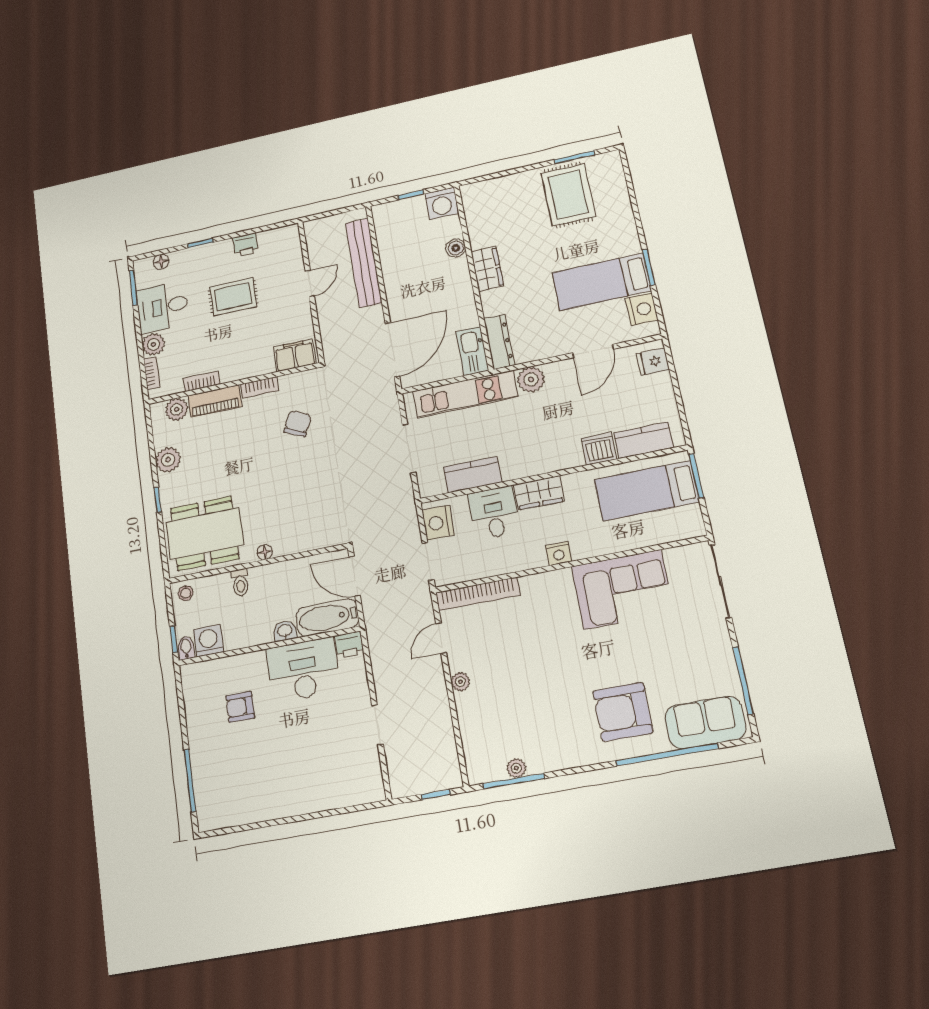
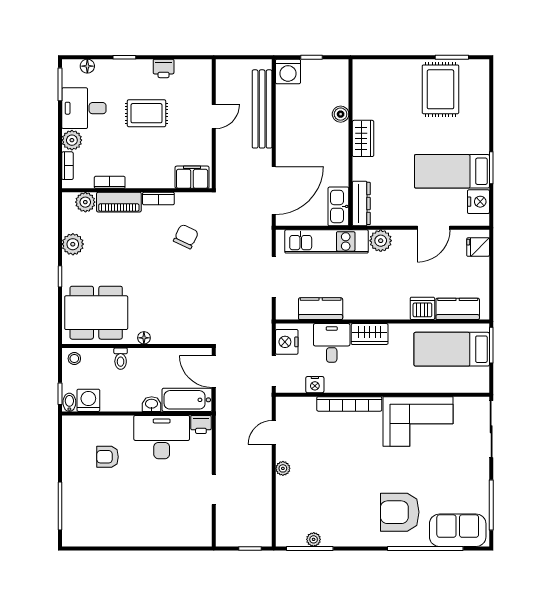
washing machine: (442, 203) -> (288, 71), moved
nightstand: (558, 553) -> (315, 385), moved
bookcase: (478, 594) -> (349, 404), moved

